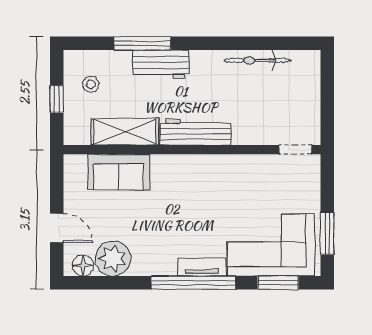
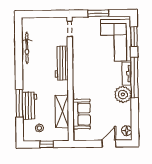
workbench: (161, 64) -> (30, 106), moved
workbench: (195, 132) -> (62, 63), moved
window: (327, 233) -> (98, 13), moved
plant: (113, 258) -> (123, 94), moved

